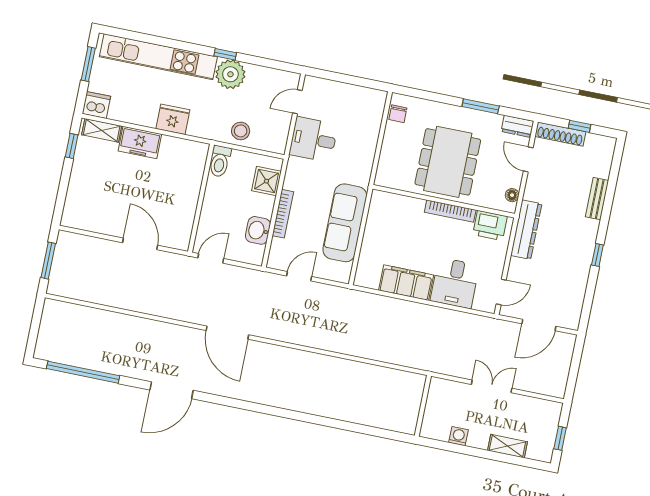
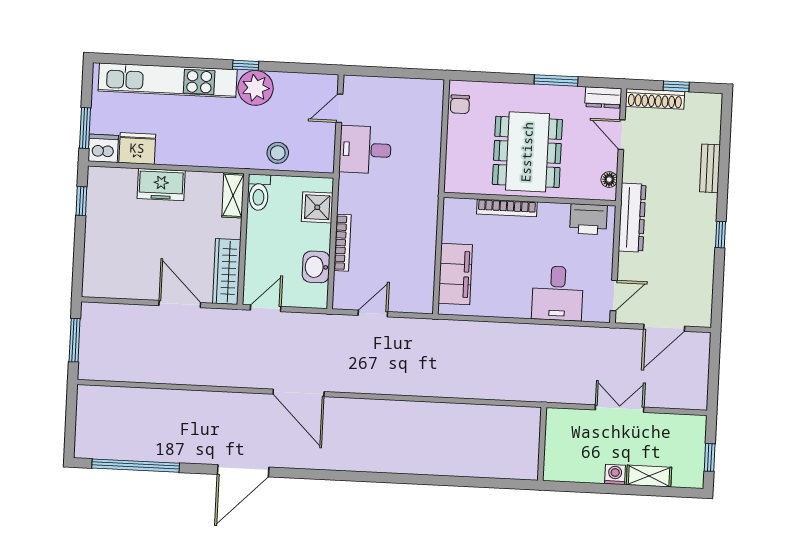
window: (88, 64) -> (85, 128), moved
fridge: (173, 119) -> (137, 148), moved
shelving: (102, 130) -> (233, 195), moved, turned 90
bookcase: (450, 211) -> (507, 208), moved
wardrobe: (183, 223) -> (227, 272), added
sofa: (345, 223) -> (417, 242), removed
filing cabinet: (406, 283) -> (455, 274), moved, turned 90
washing machine: (459, 436) -> (615, 474), moved

